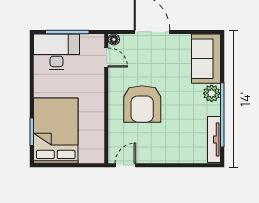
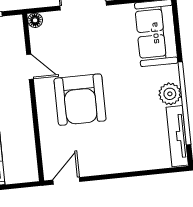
door: (106, 57) -> (30, 67), moved
plant: (212, 93) -> (170, 94), moved

